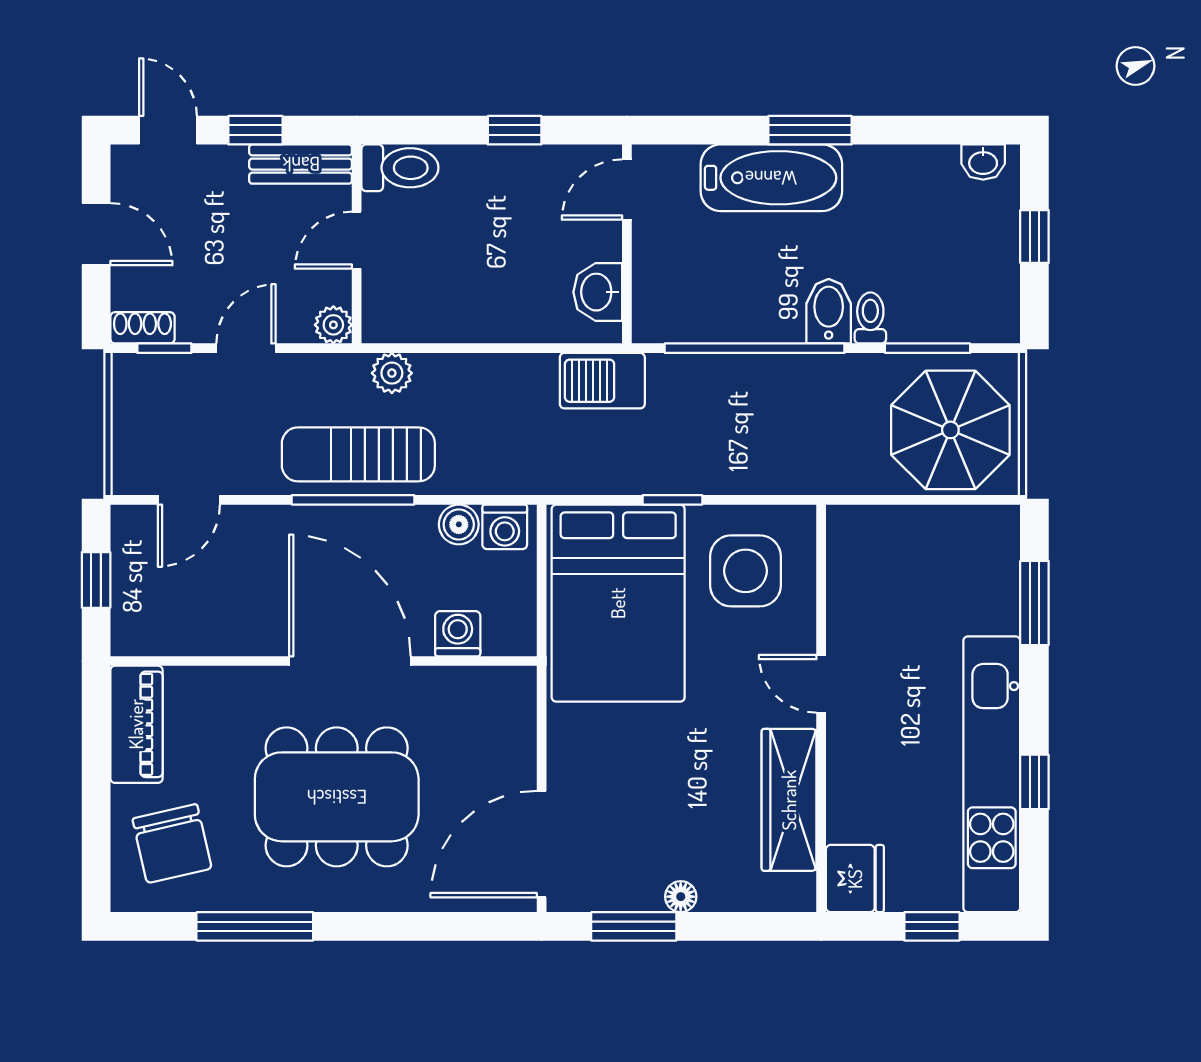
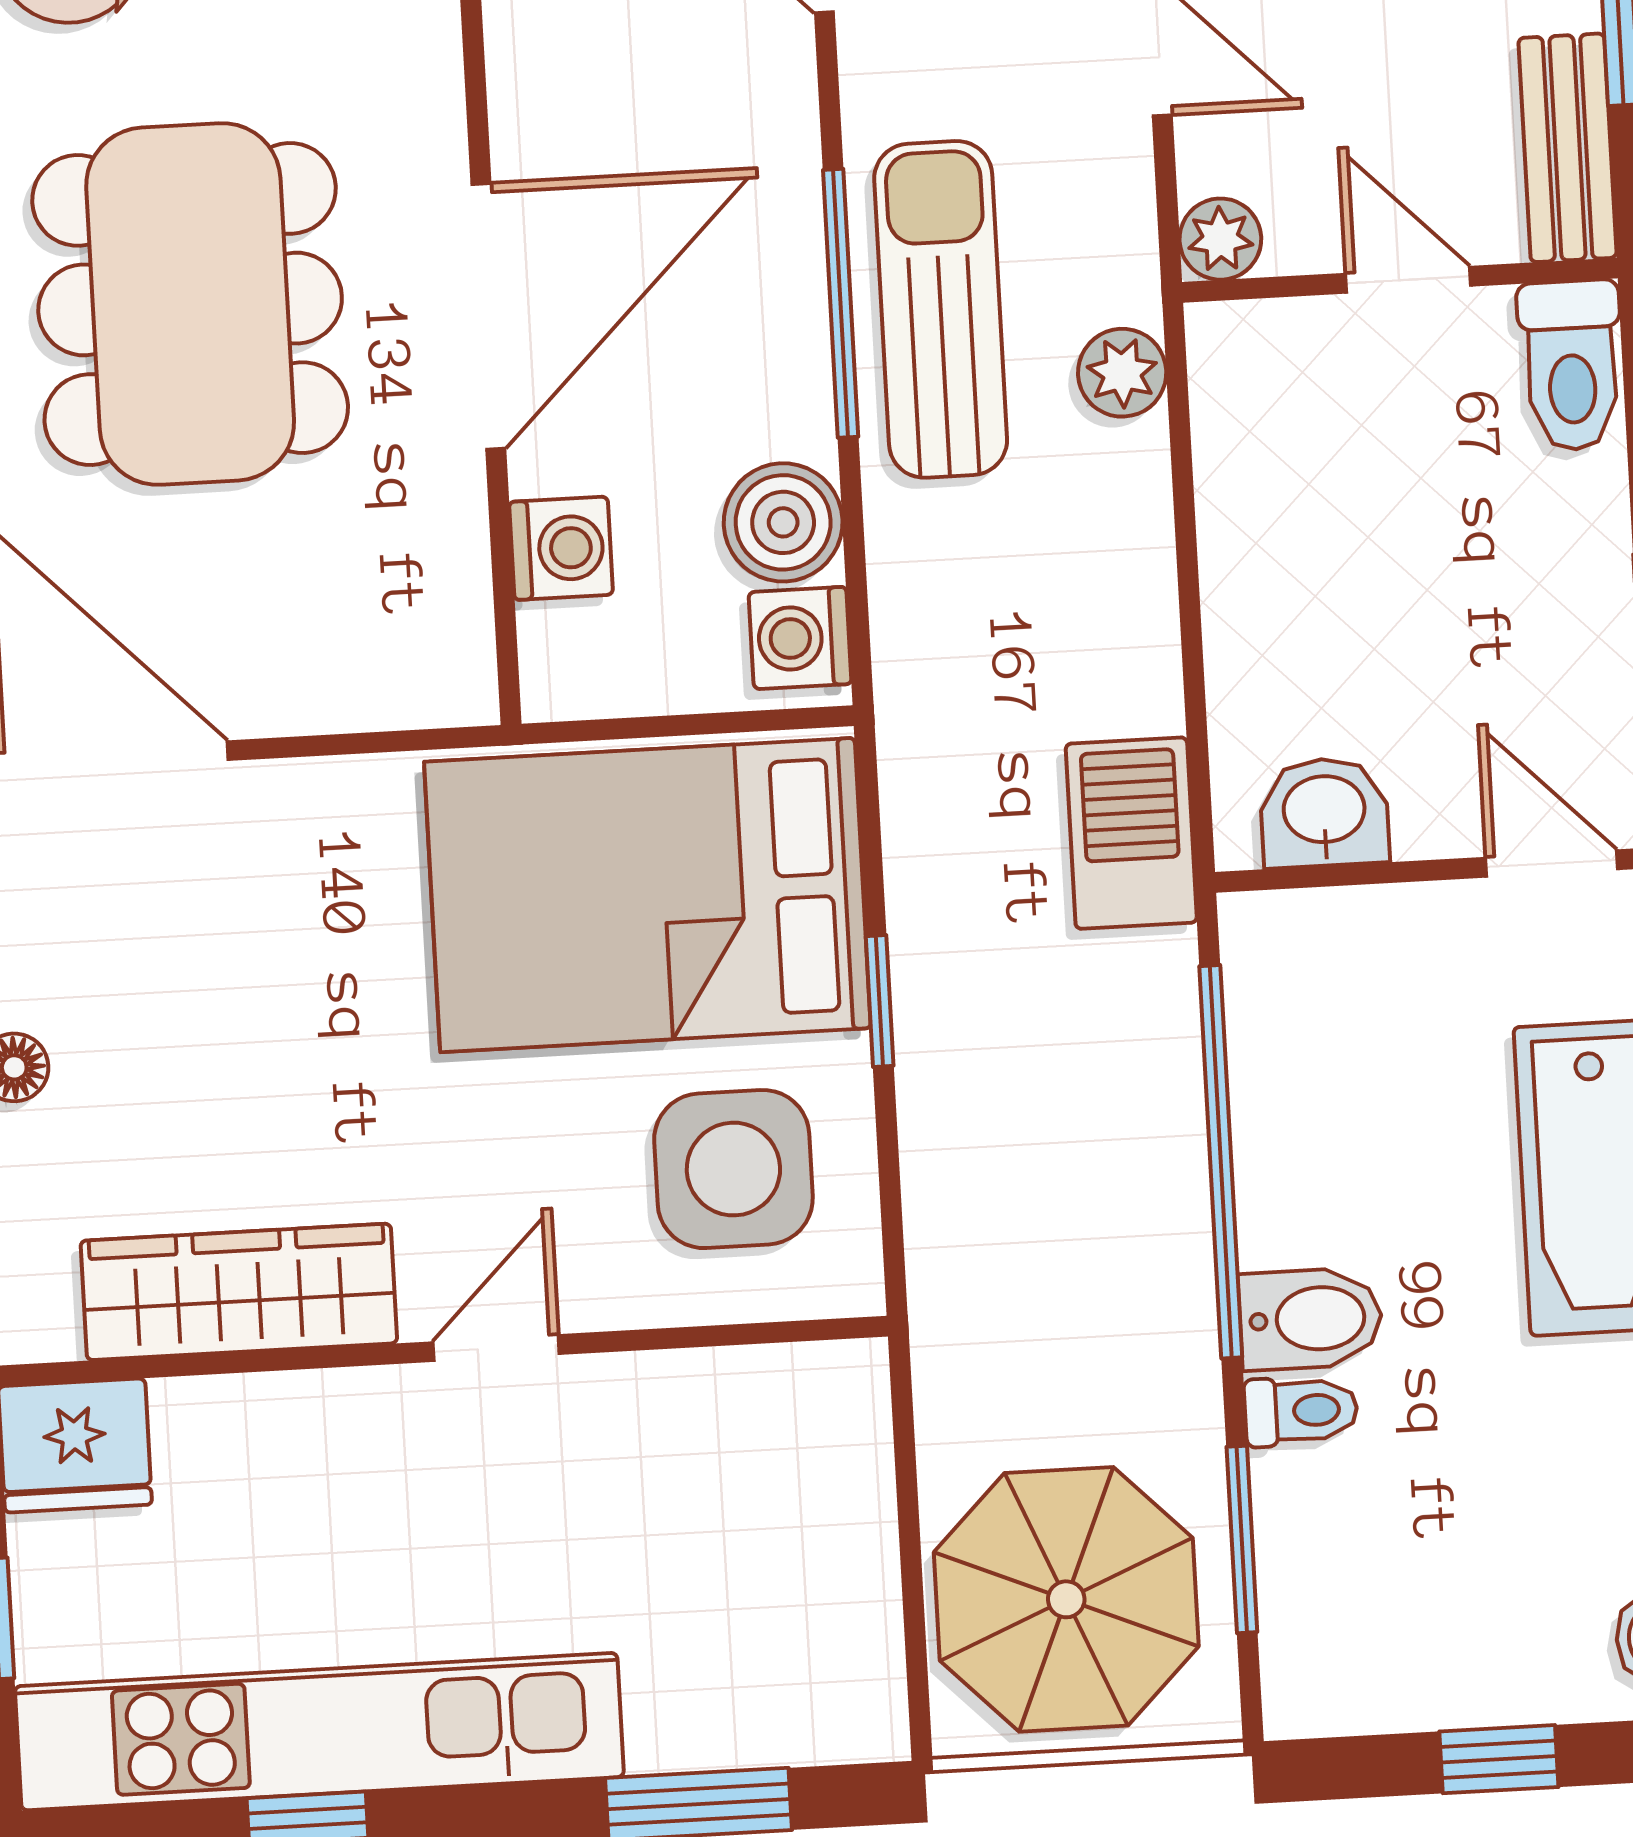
boiler: (459, 524) -> (783, 522), width x1.36, depth x1.36

